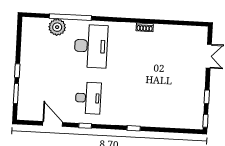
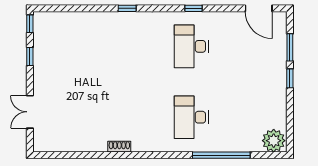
plant: (57, 27) -> (274, 141), moved
desk: (91, 46) -> (191, 117), width x0.73, depth x0.77
door: (53, 124) -> (259, 8), moved

